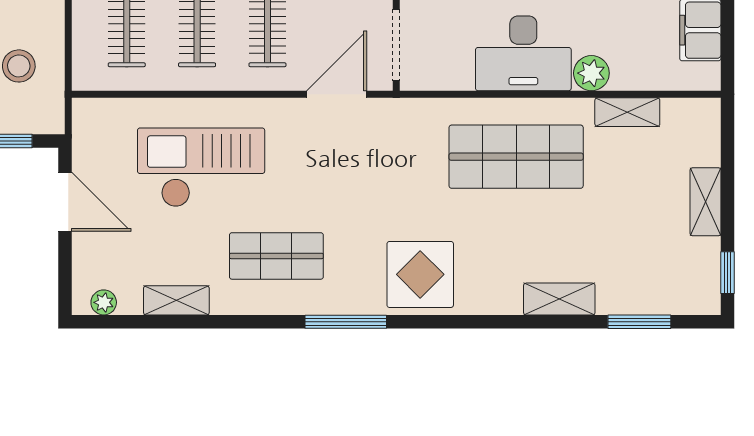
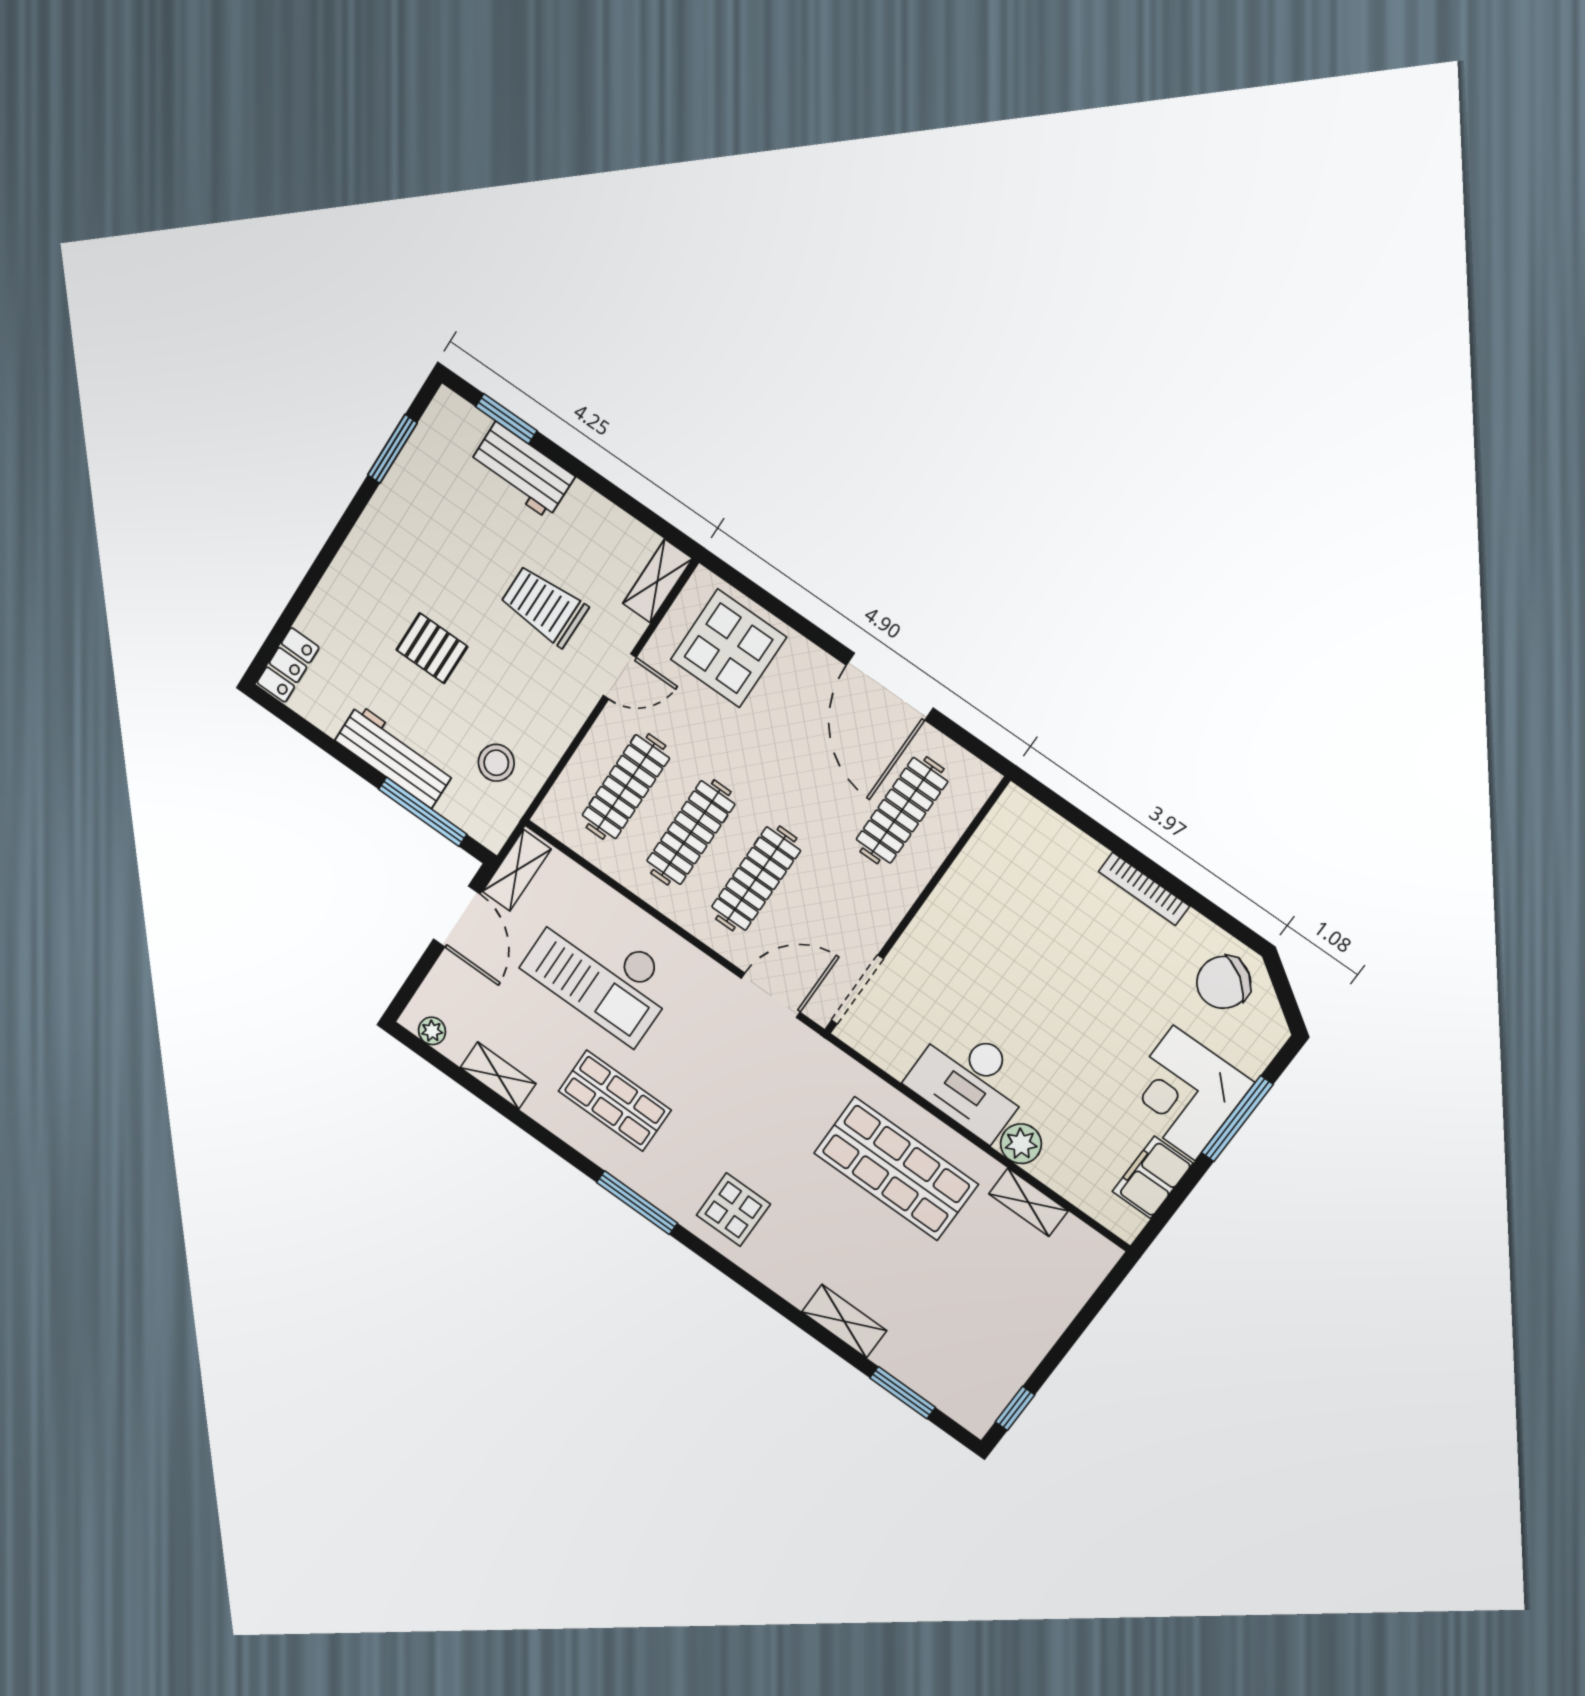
checkout: (201, 167) -> (601, 973), turned 180
shelving: (705, 202) -> (517, 870), moved
display table: (420, 274) -> (733, 1210), width x0.73, depth x0.73

